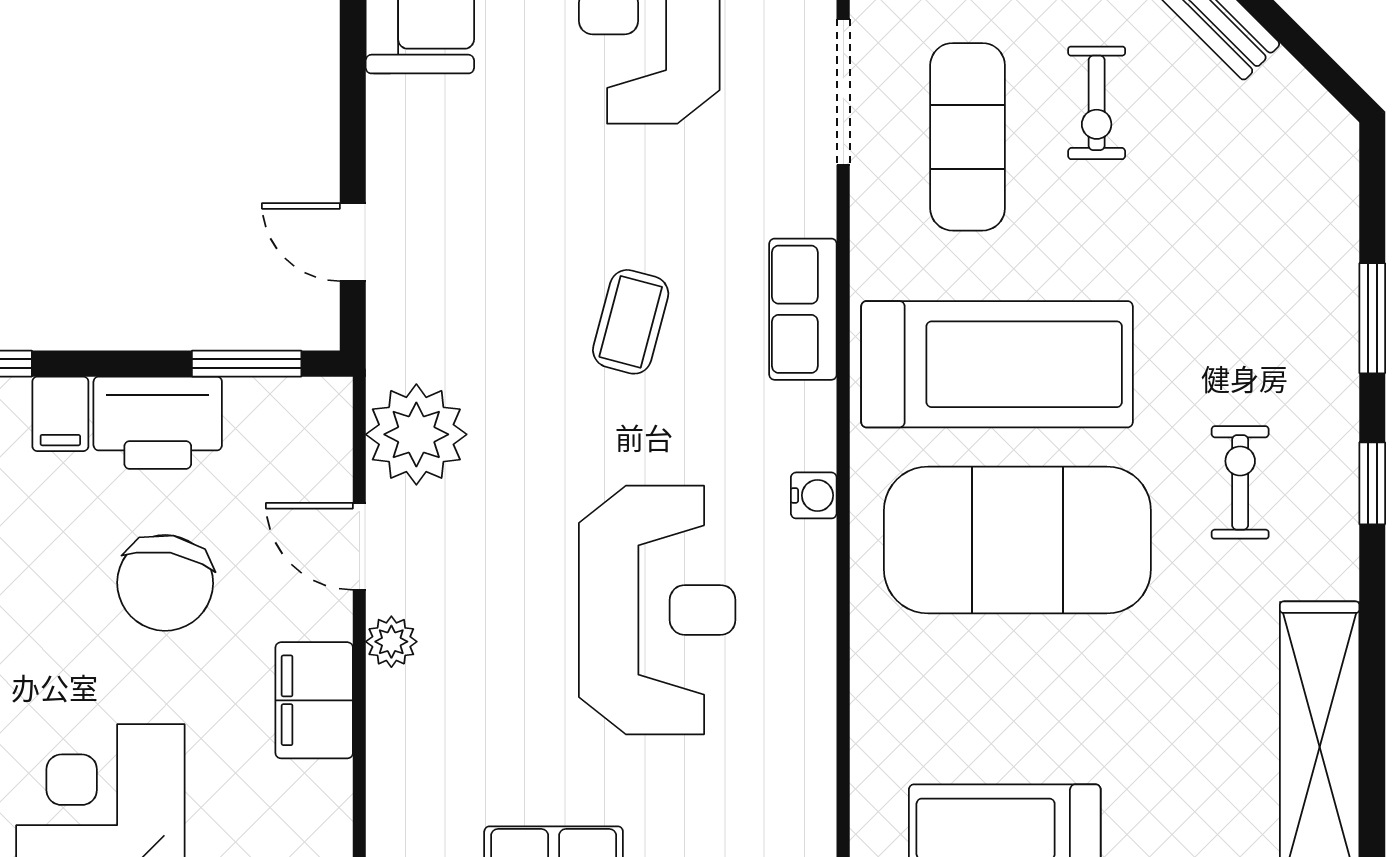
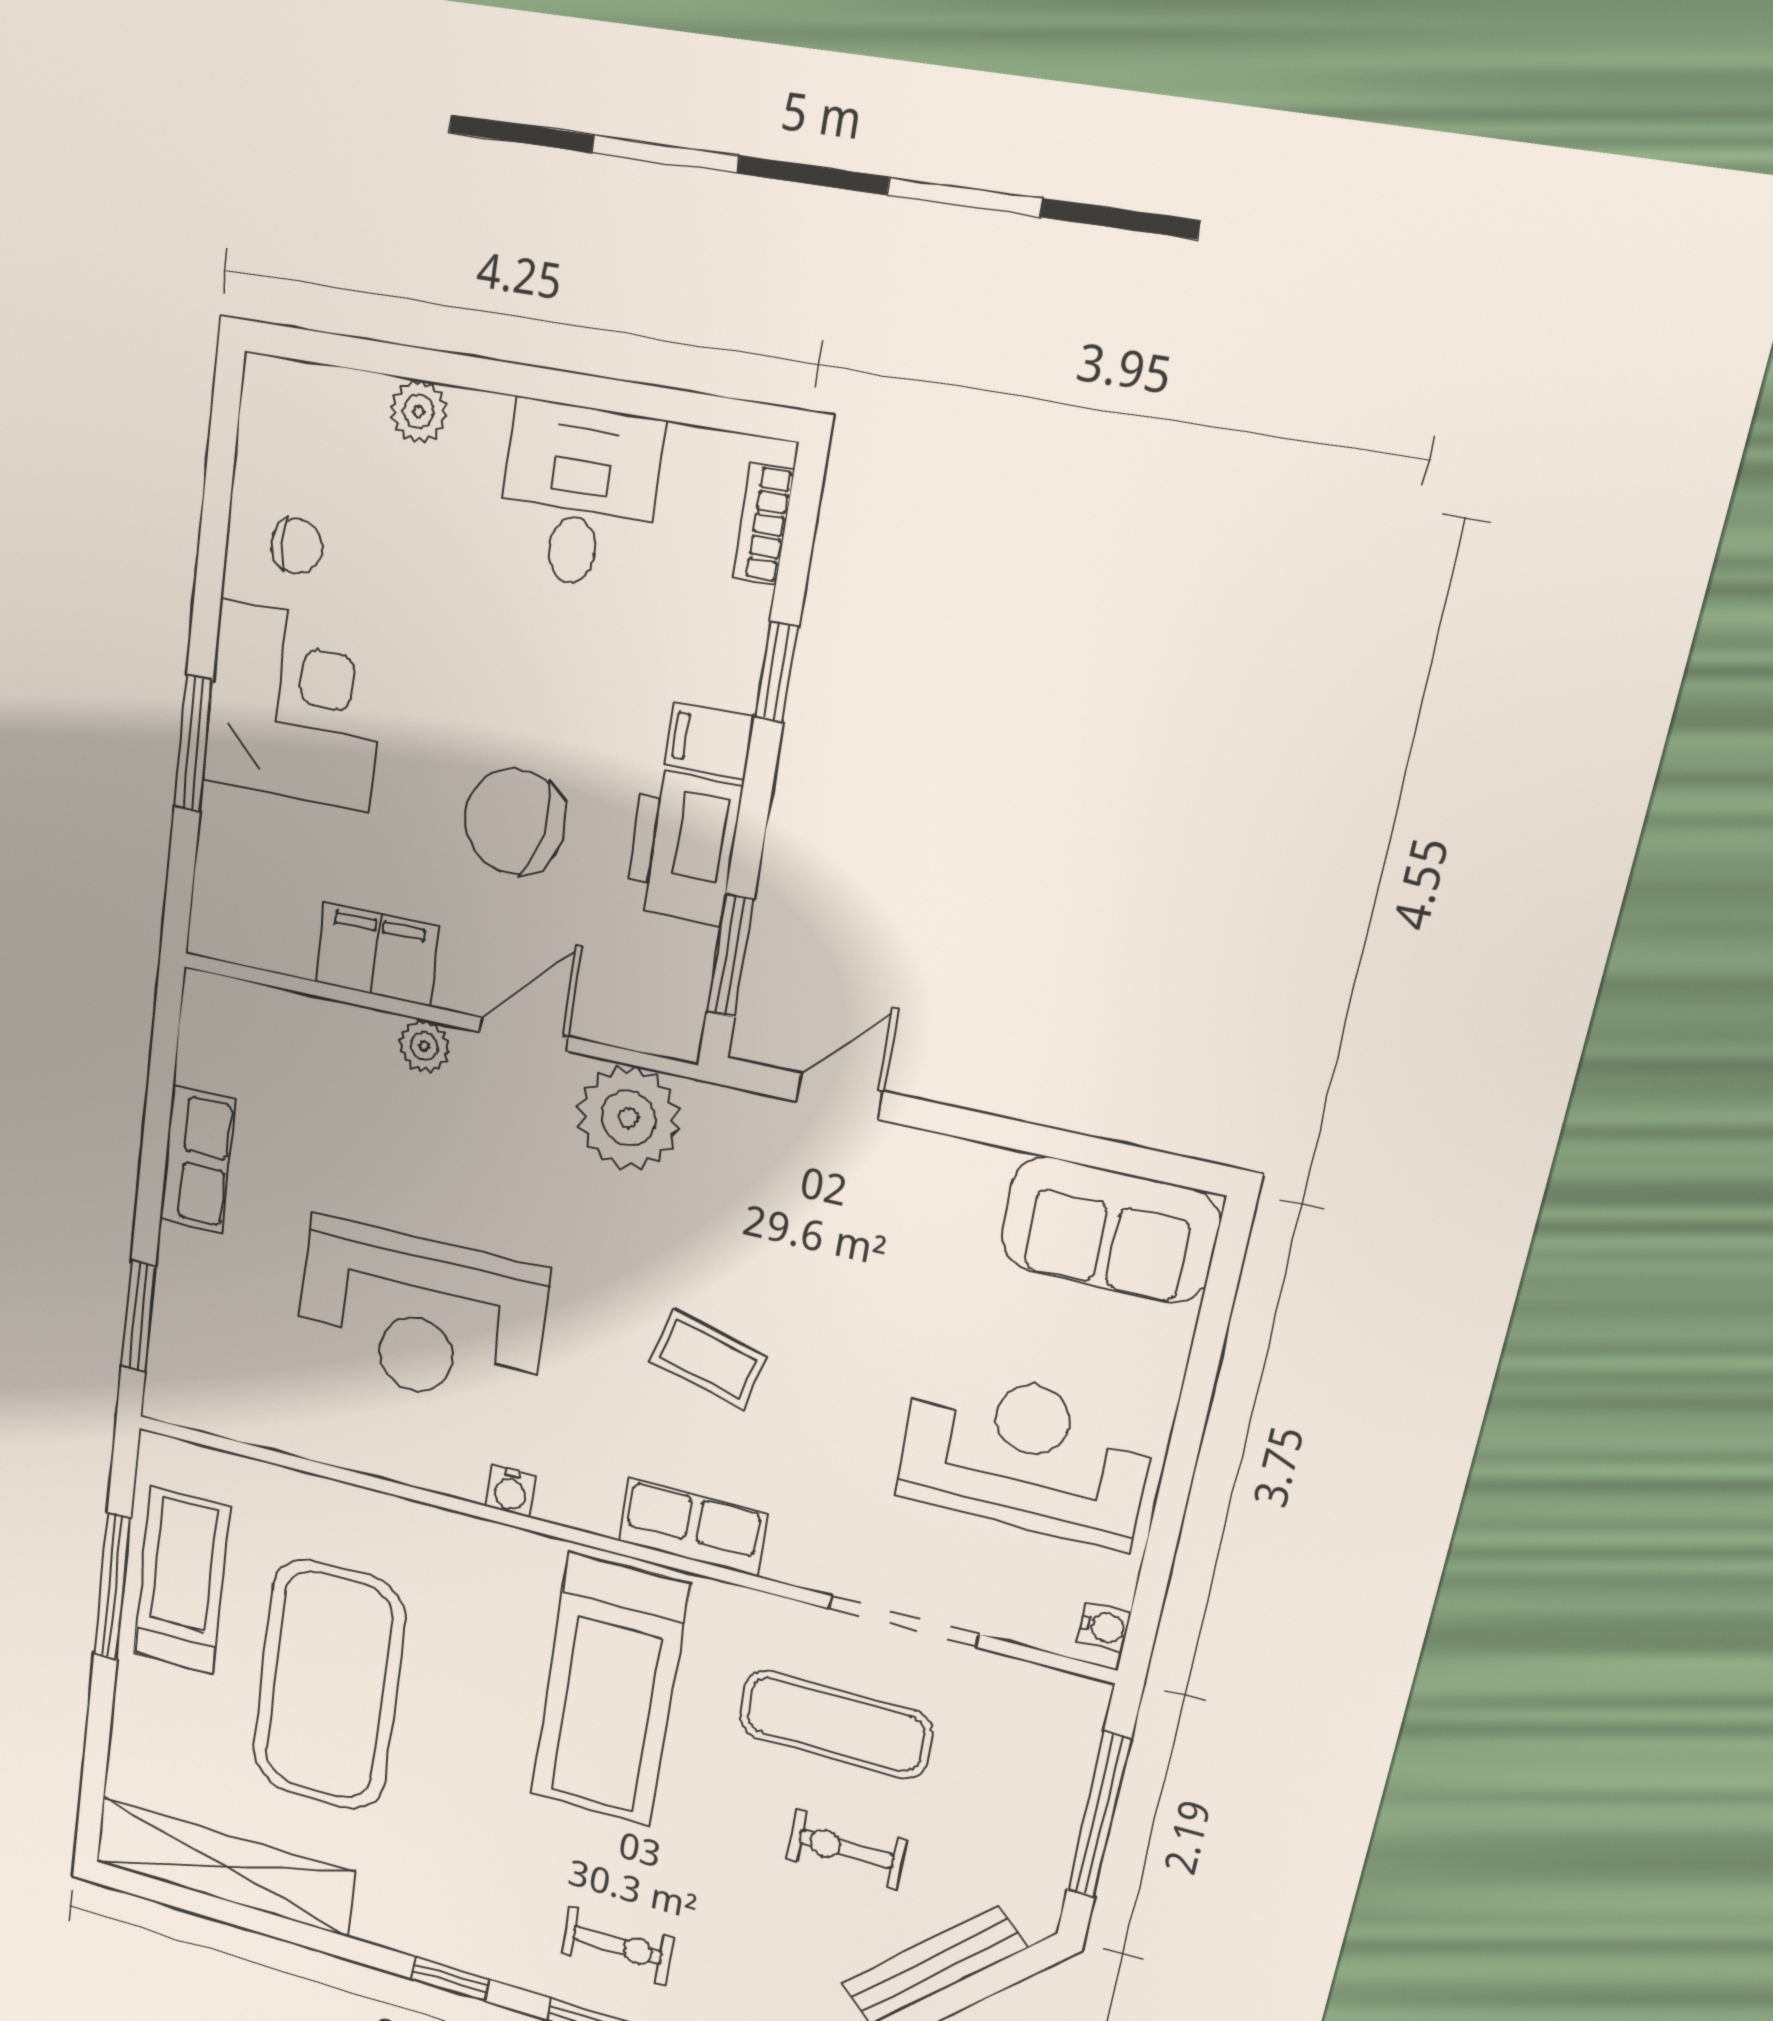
exercise bike: (1240, 482) -> (618, 1945), moved
exercise mat: (1017, 540) -> (329, 1686), moved

